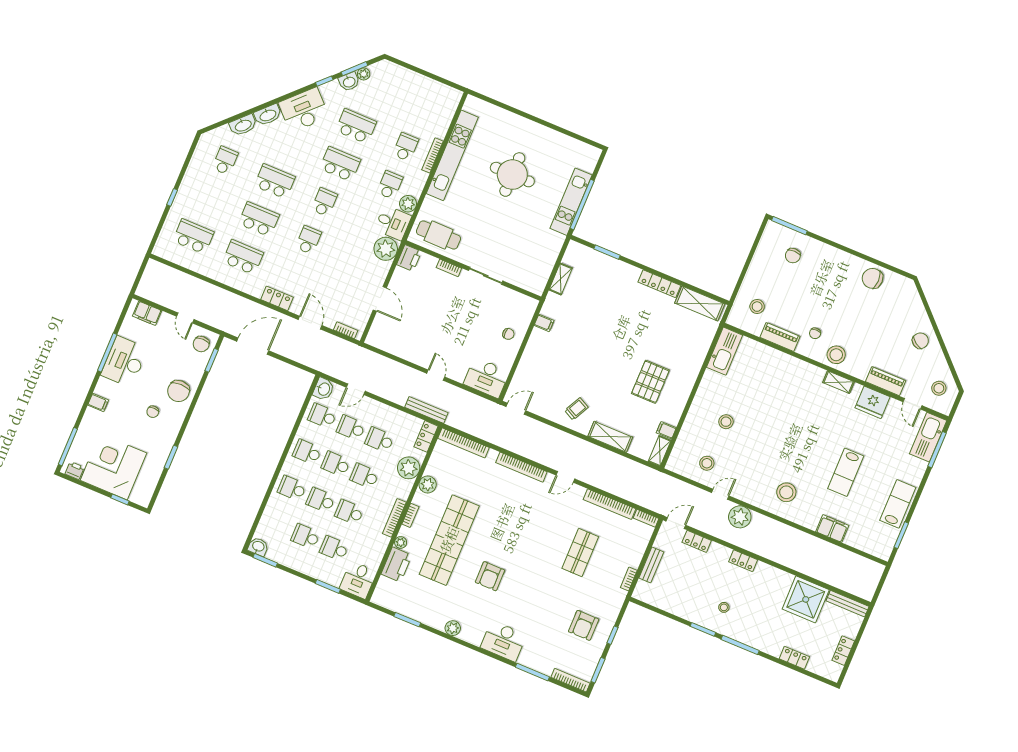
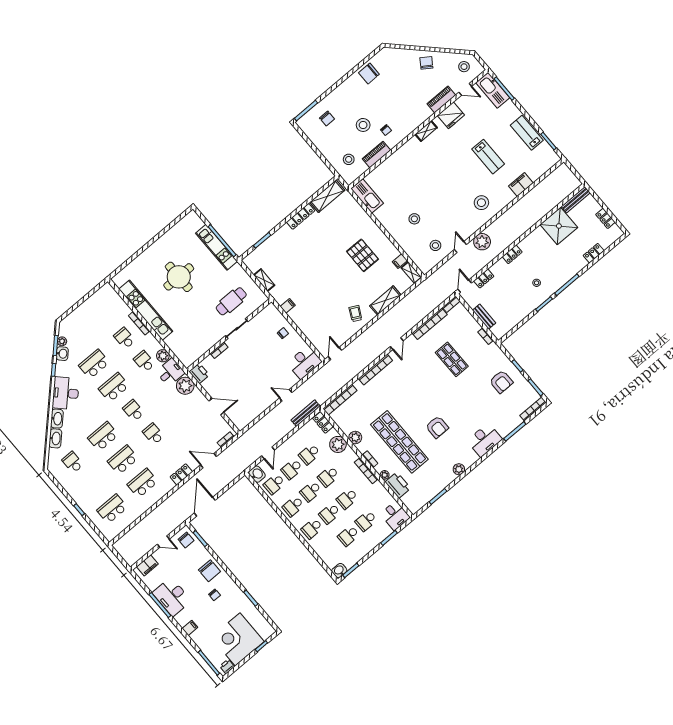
cafe table: (439, 235) -> (231, 301), moved
stool: (836, 355) -> (363, 125), moved

